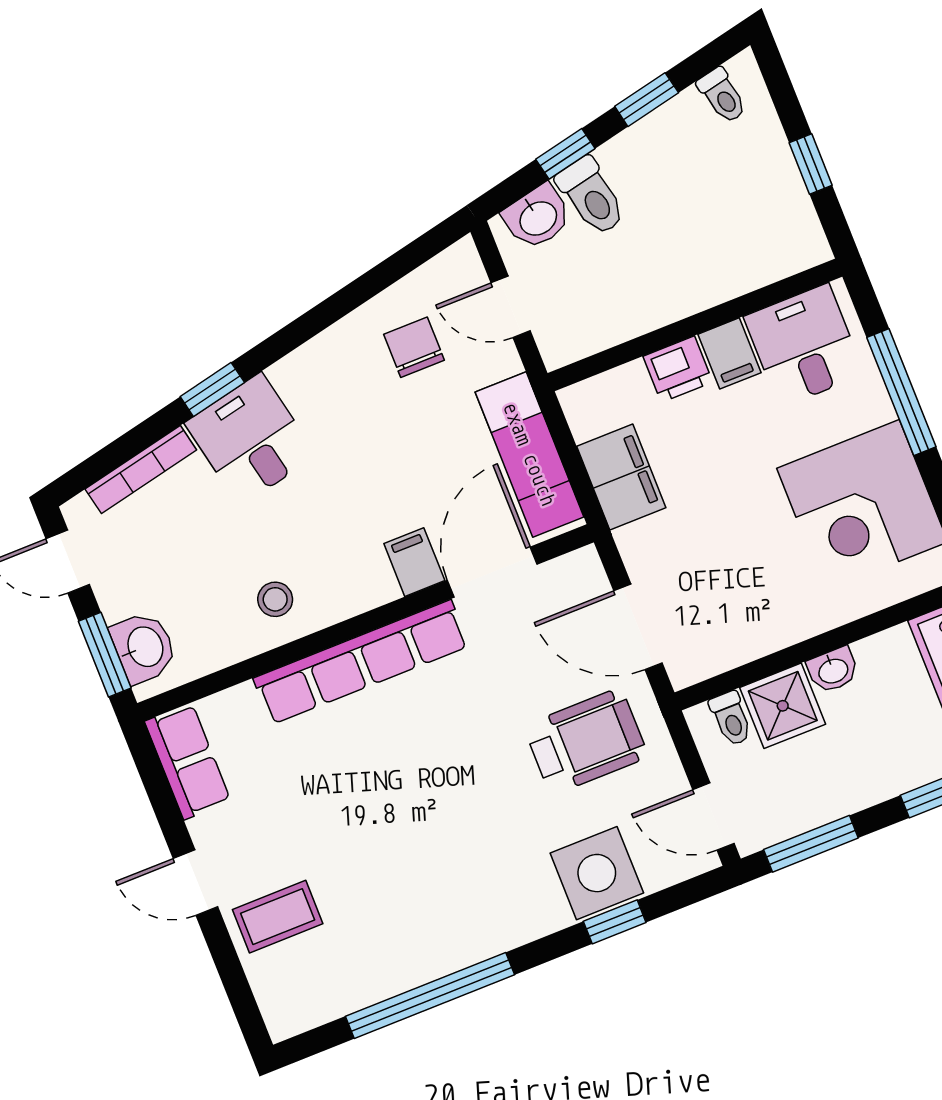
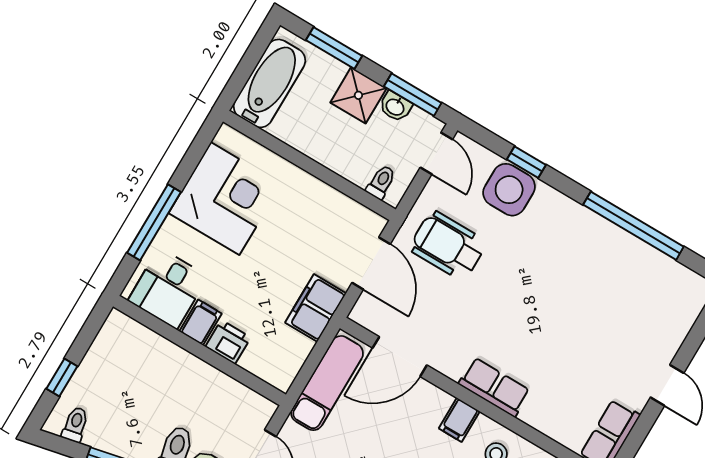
window: (811, 164) -> (62, 378), moved
filing cabinet: (621, 477) -> (316, 308), moved
filing cabinet: (414, 562) -> (459, 420), moved
row of seats: (361, 662) -> (494, 387), width x0.50
washbasin: (833, 670) -> (395, 107), moved, turned 180
shower: (783, 706) -> (358, 95), moved
coffee table: (278, 917) -> (653, 331), removed

